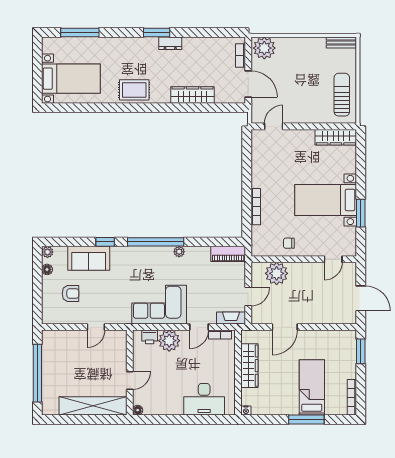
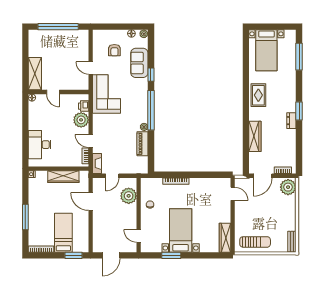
piano: (228, 254) -> (142, 144), moved
door: (248, 297) -> (112, 176), hinge flipped
corner sofa: (159, 305) -> (107, 94), moved
bed: (312, 387) -> (63, 233), moved, turned -90
shelving: (93, 406) -> (35, 74), width x0.68

